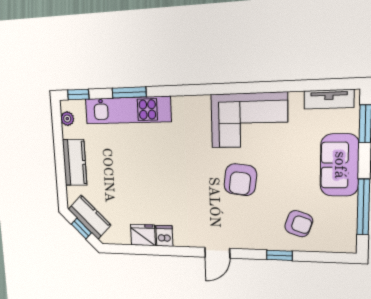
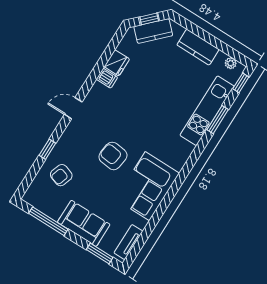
door: (217, 253) -> (73, 108), hinge flipped

